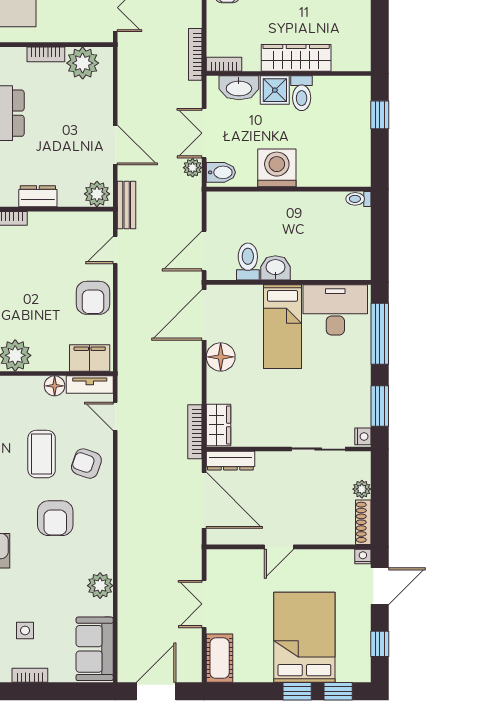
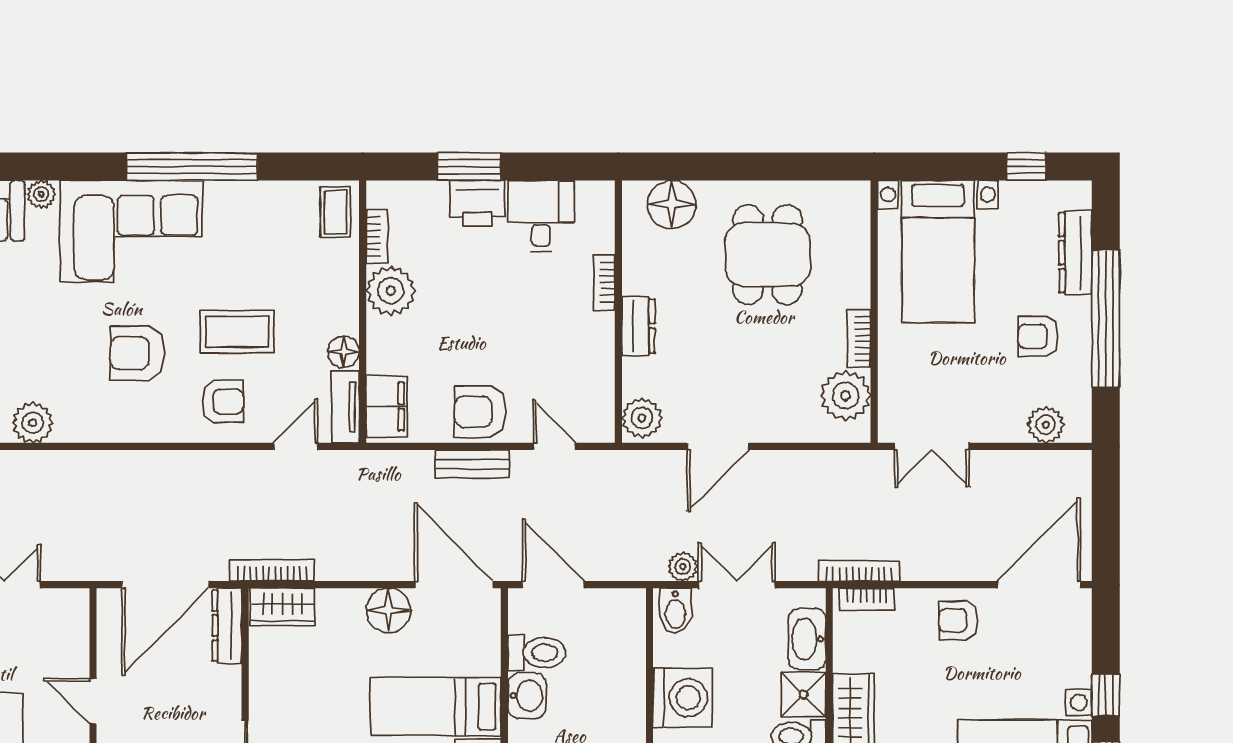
bookcase: (224, 64) -> (867, 599), moved, turned 90
bench: (127, 205) -> (472, 464), moved
armchair: (86, 464) -> (223, 402), turned 71

